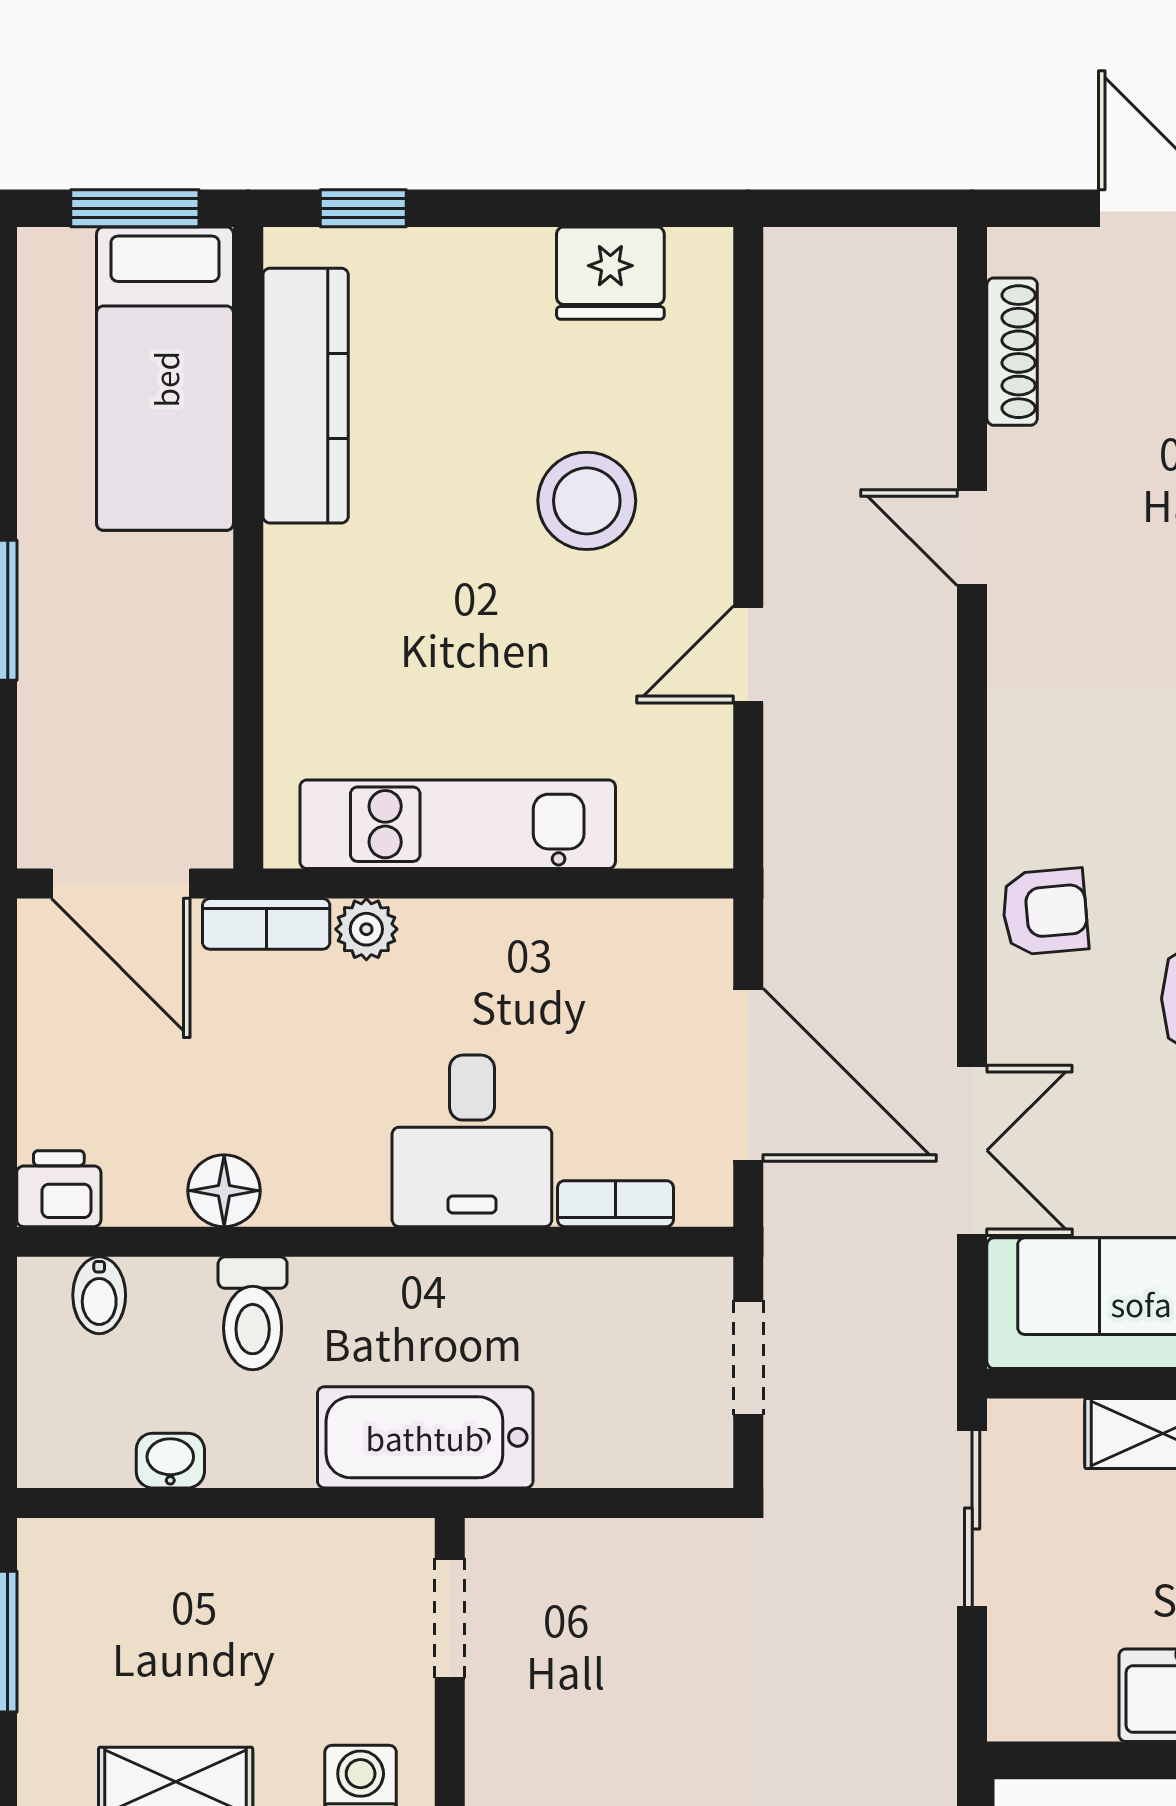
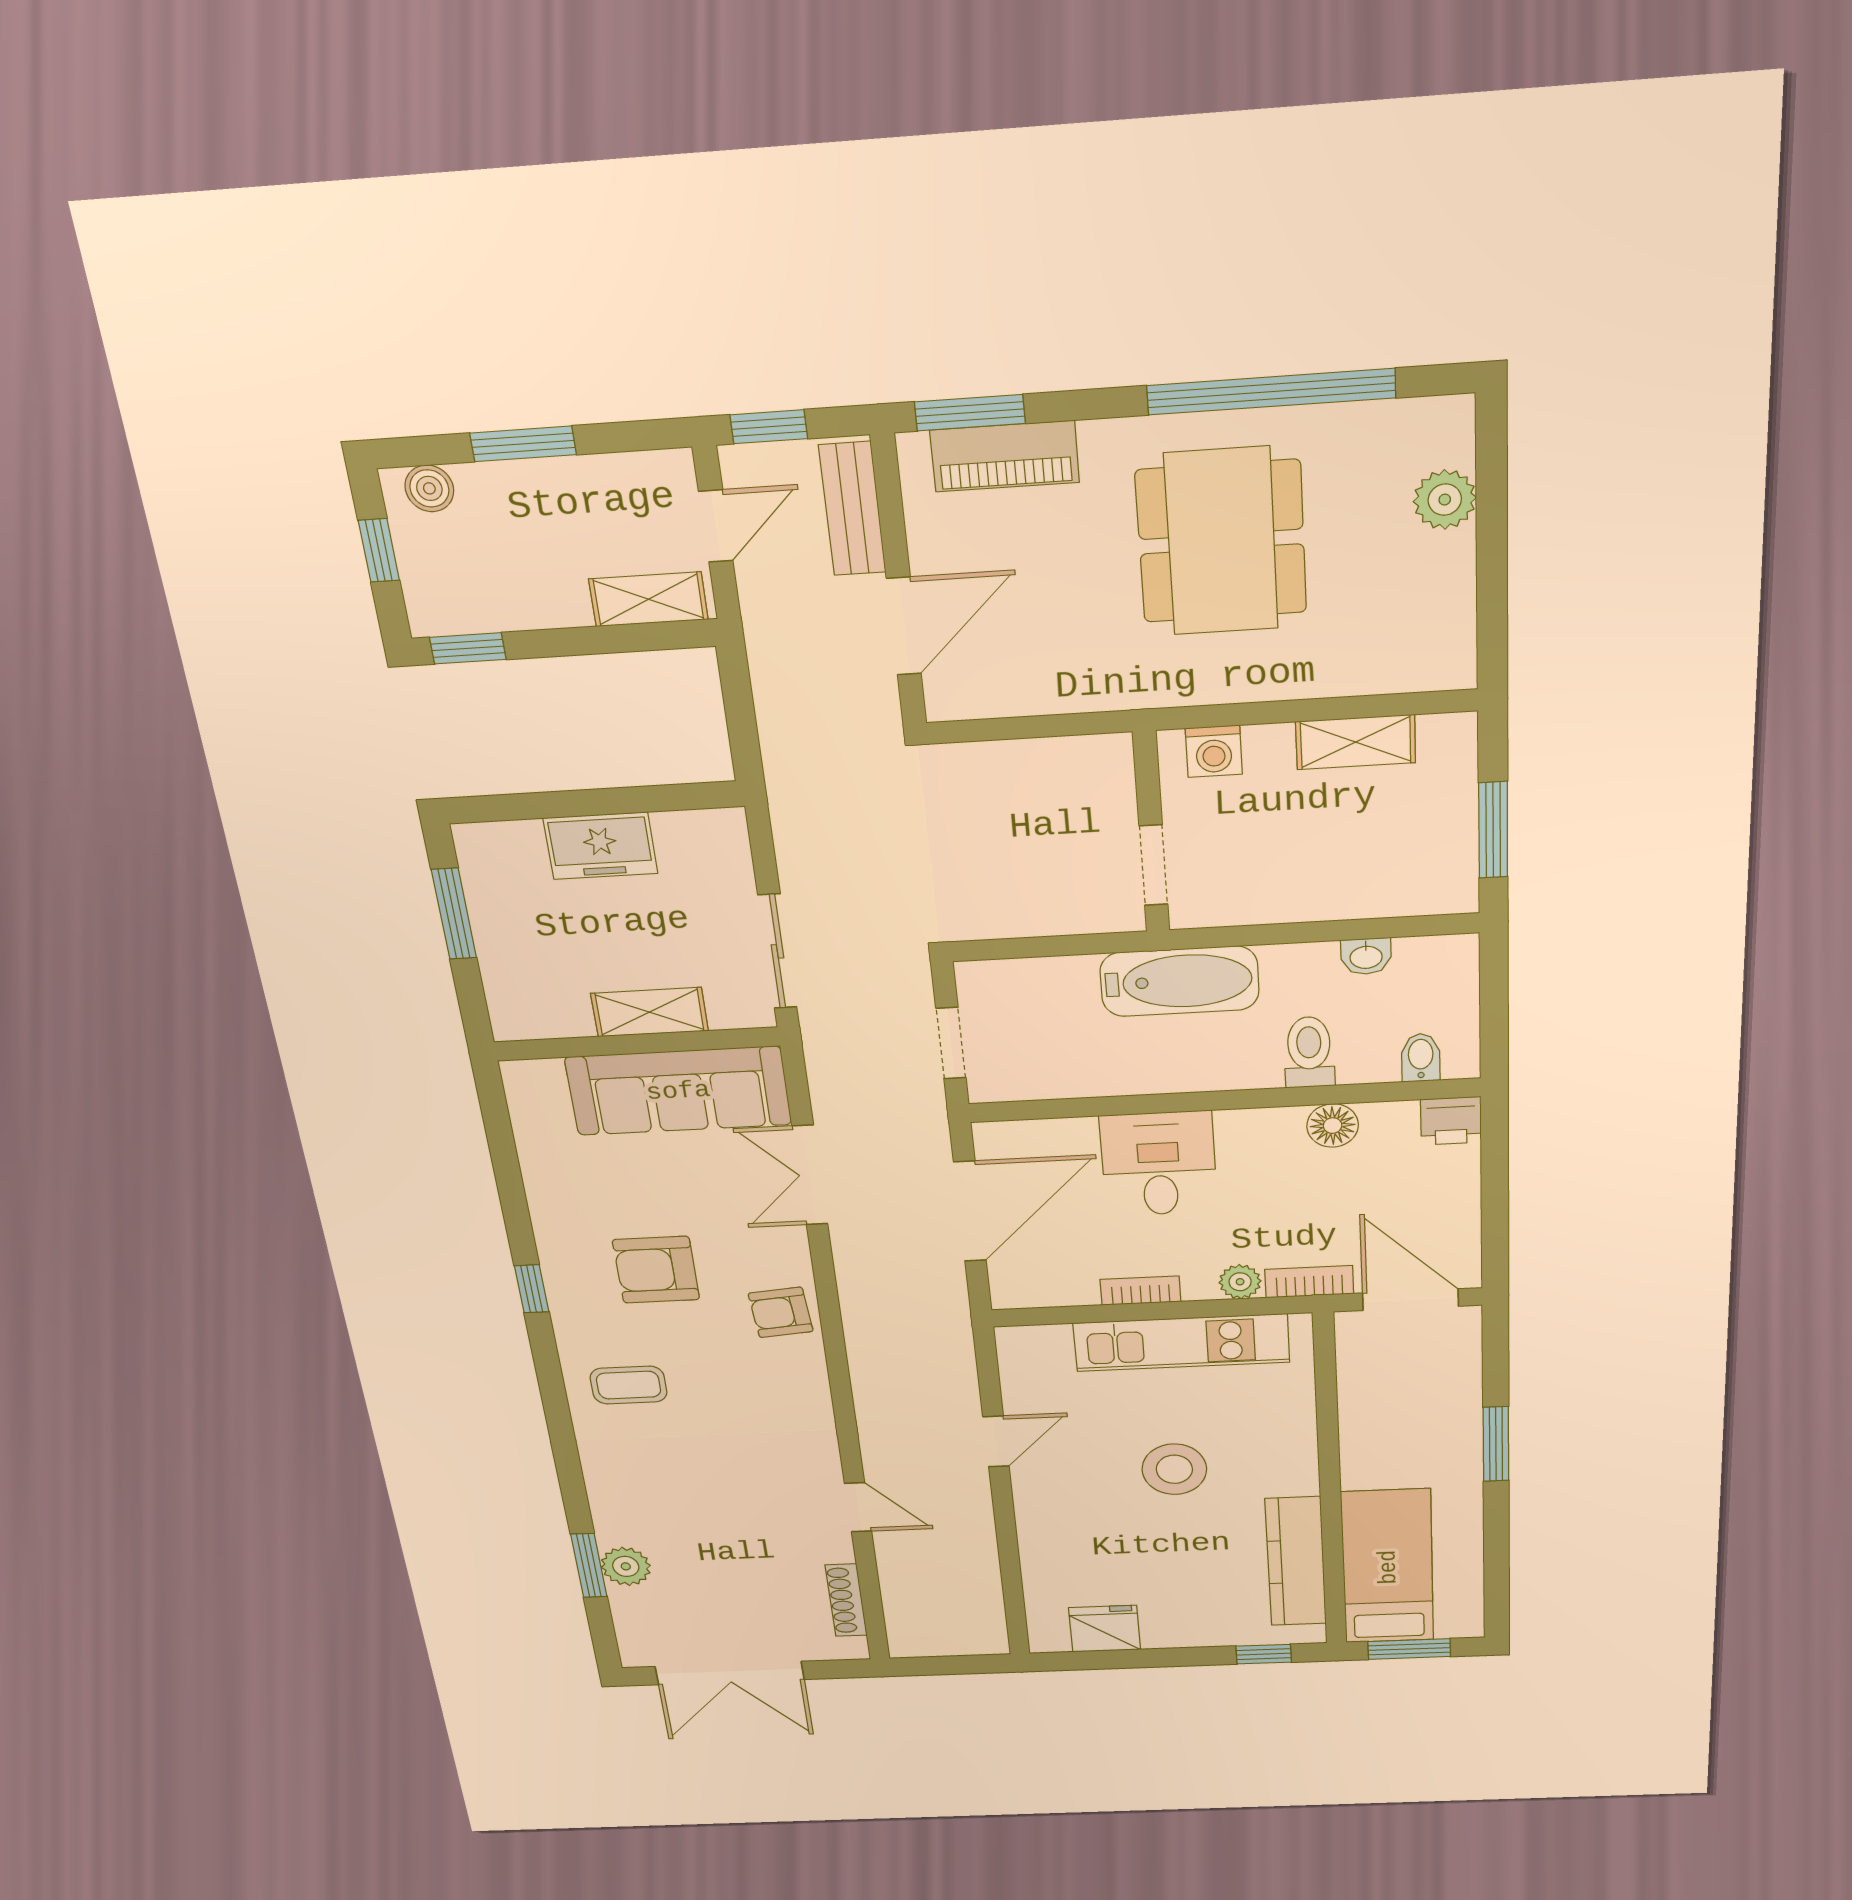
stool: (587, 501) -> (1174, 1469), moved
door: (748, 1075) -> (970, 1211), swing flipped
bookcase: (615, 1204) -> (1140, 1291), moved, turned 180

